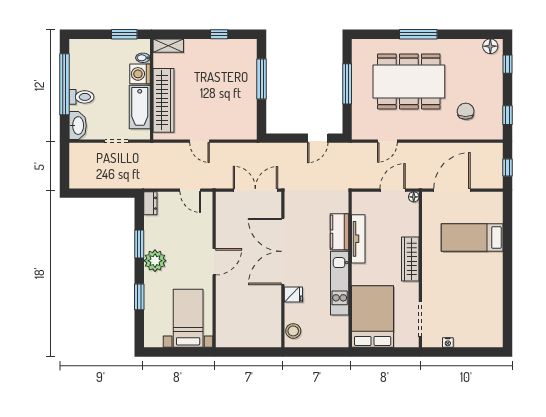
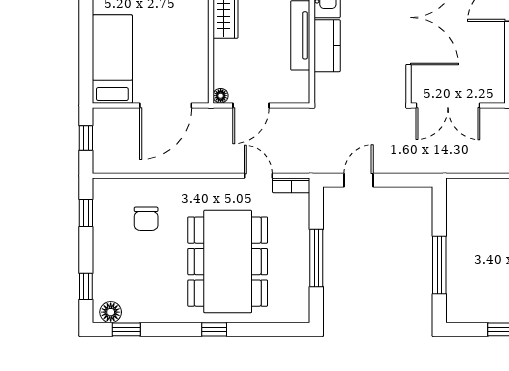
window: (418, 34) -> (214, 329), width x0.46
window: (479, 34) -> (126, 329), added
dining table: (409, 81) -> (228, 262), turned 90
bookcase: (365, 134) -> (291, 185), added
door: (387, 141) -> (258, 176), hinge flipped
bed: (472, 237) -> (112, 59), moved, turned -90

